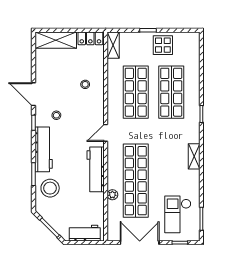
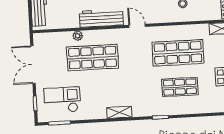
shop shelf: (171, 92) -> (180, 87), width x0.70, depth x0.74
shop shelf: (136, 181) -> (93, 58), width x0.71
double door: (140, 243) -> (33, 65), swing flipped

